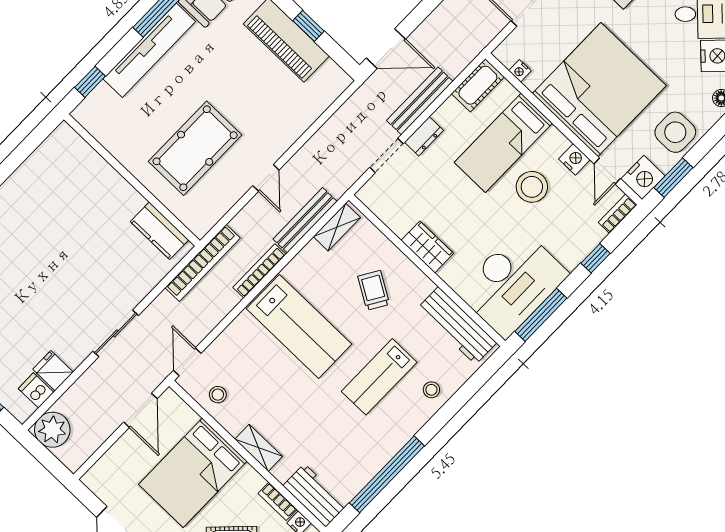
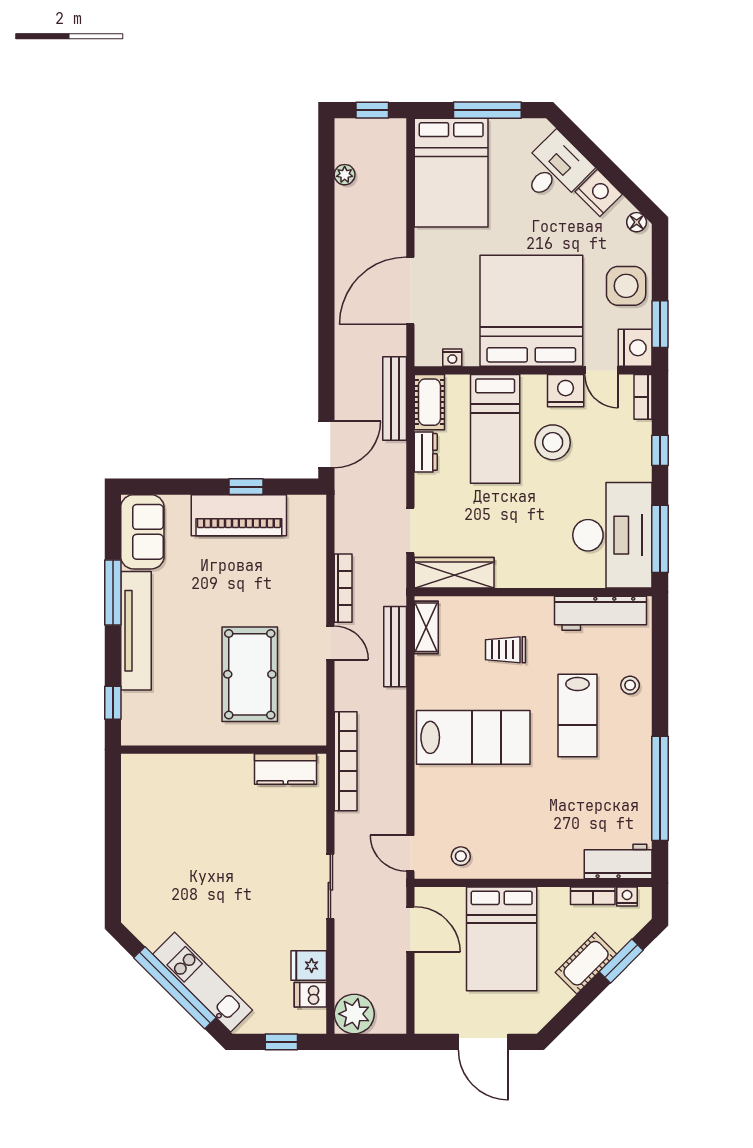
bench: (420, 101) -> (395, 398), moved
dresser: (424, 136) -> (426, 452), moved
nightstand: (574, 159) -> (566, 391), width x1.36, depth x1.33
wardrobe: (427, 247) -> (454, 573), moved, width x1.50
bookcase: (259, 271) -> (343, 588), moved, turned 180
trolley: (374, 290) -> (505, 650), turned -31
shelving: (259, 448) -> (536, 867), removed

